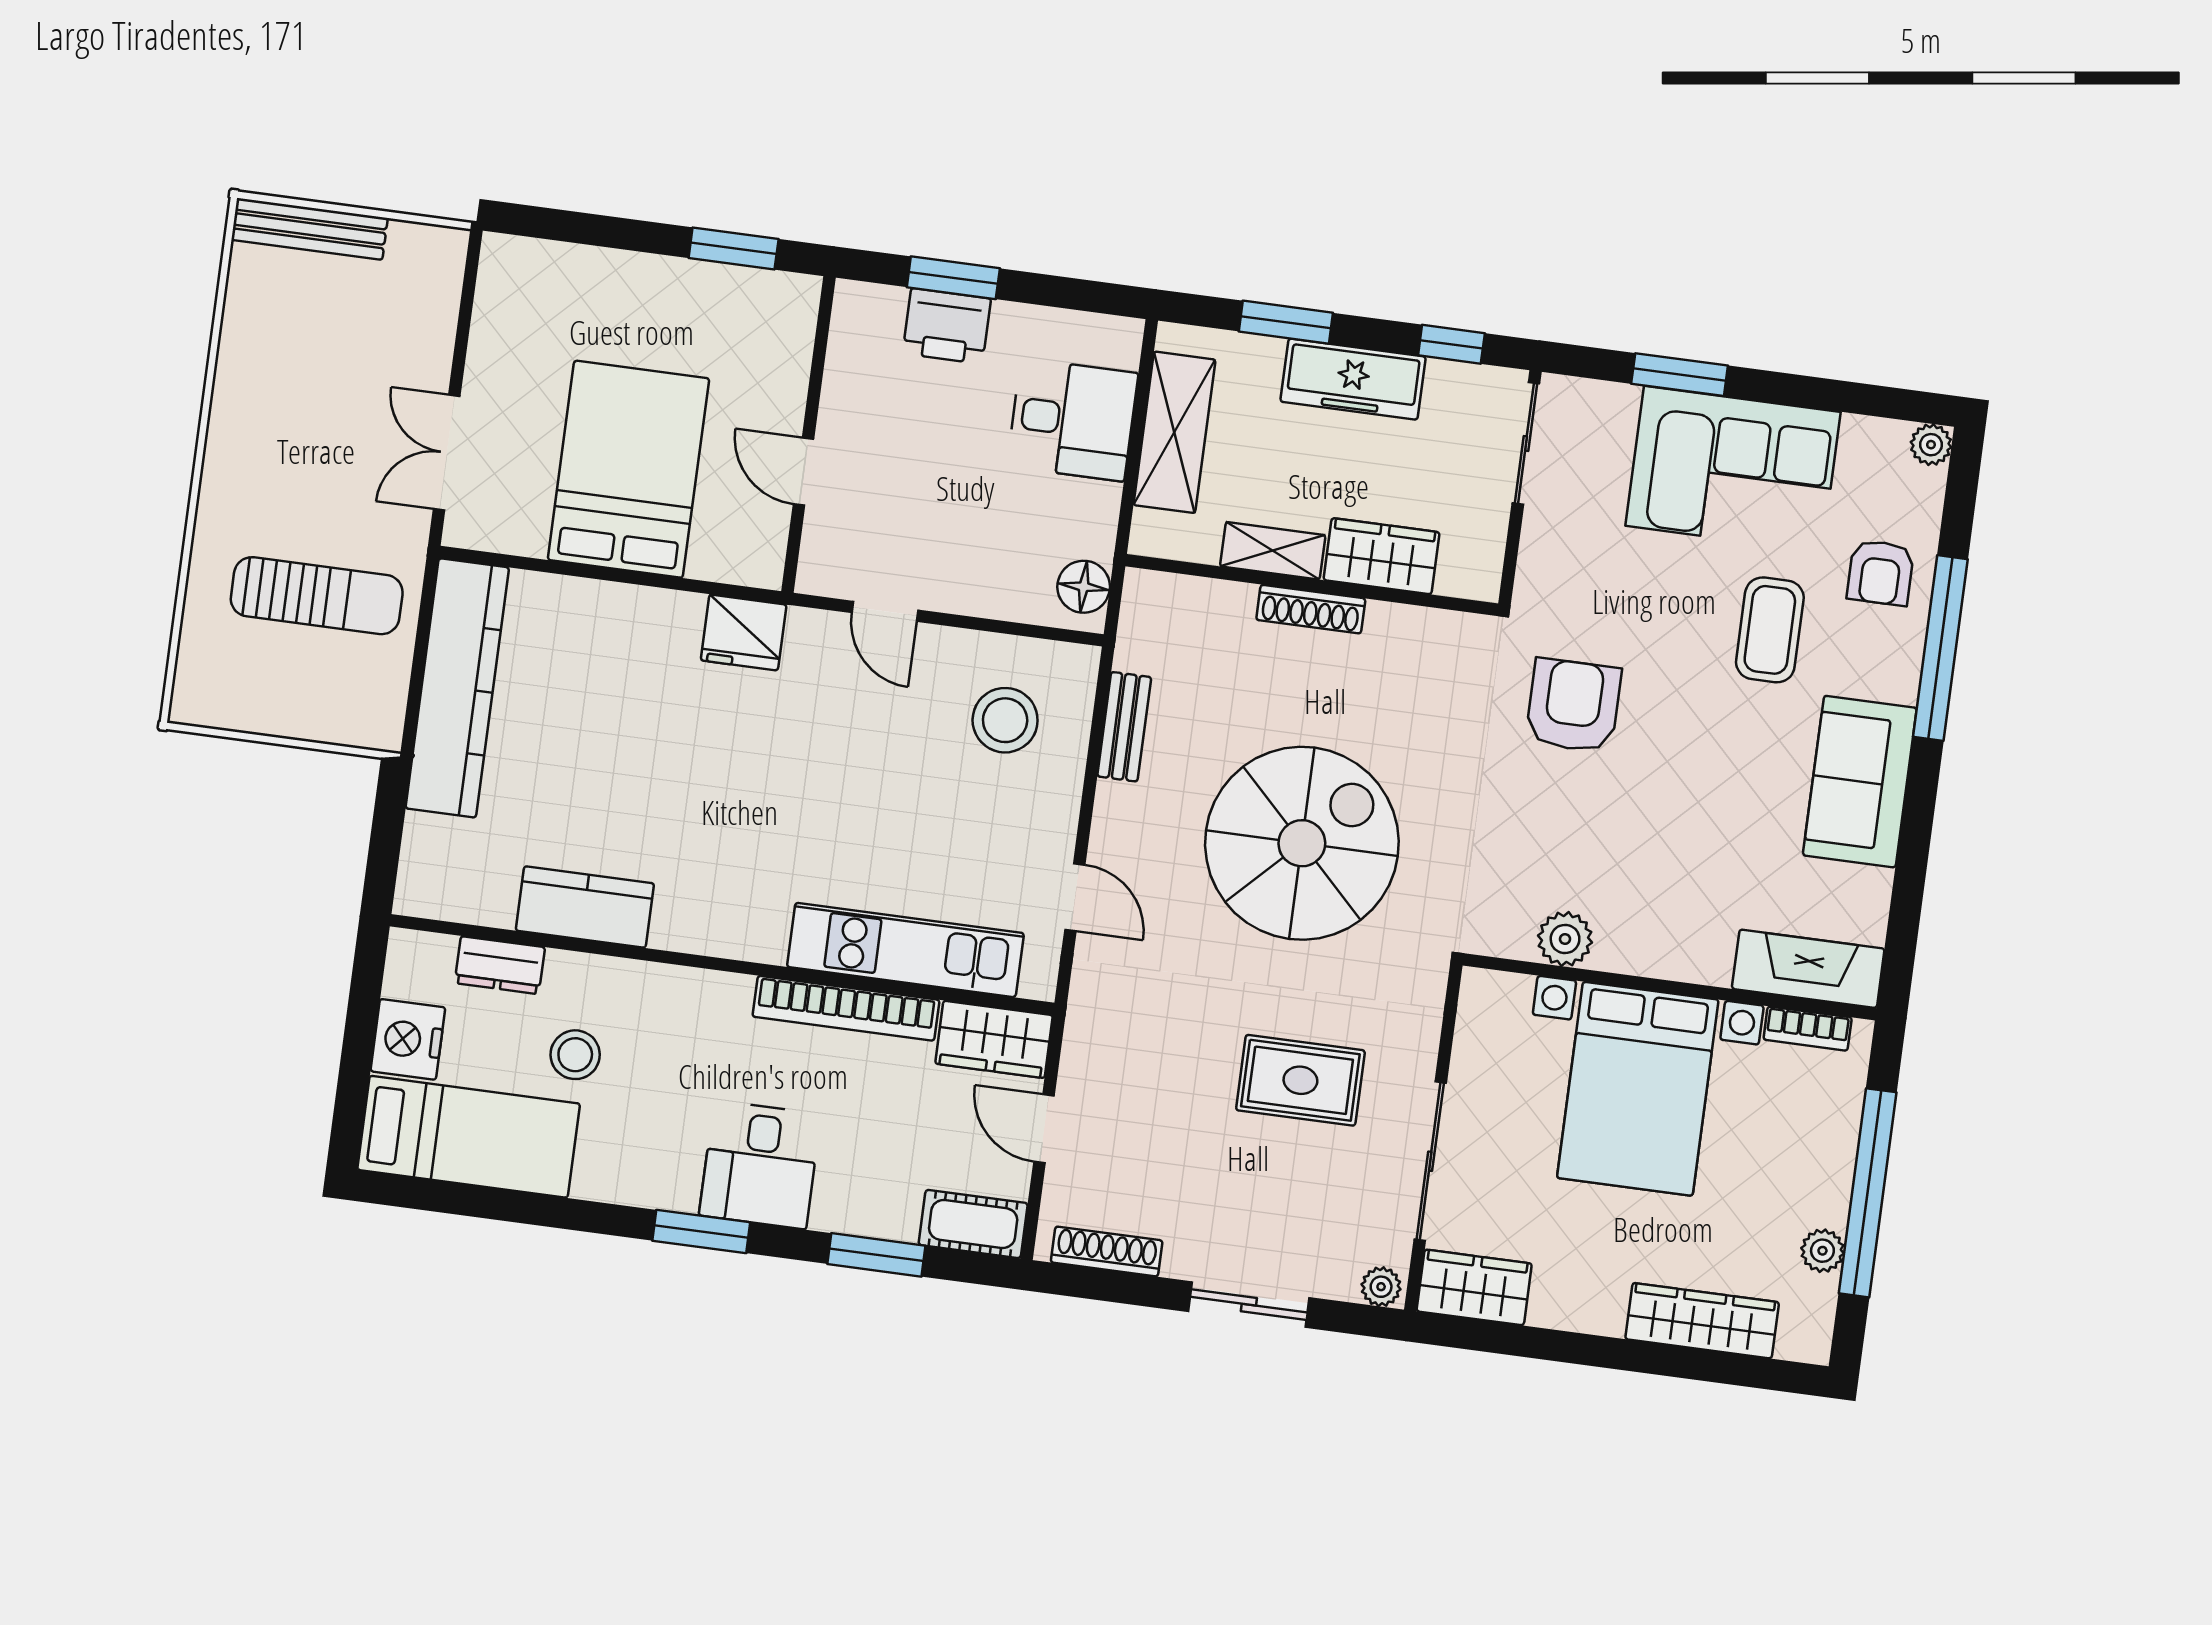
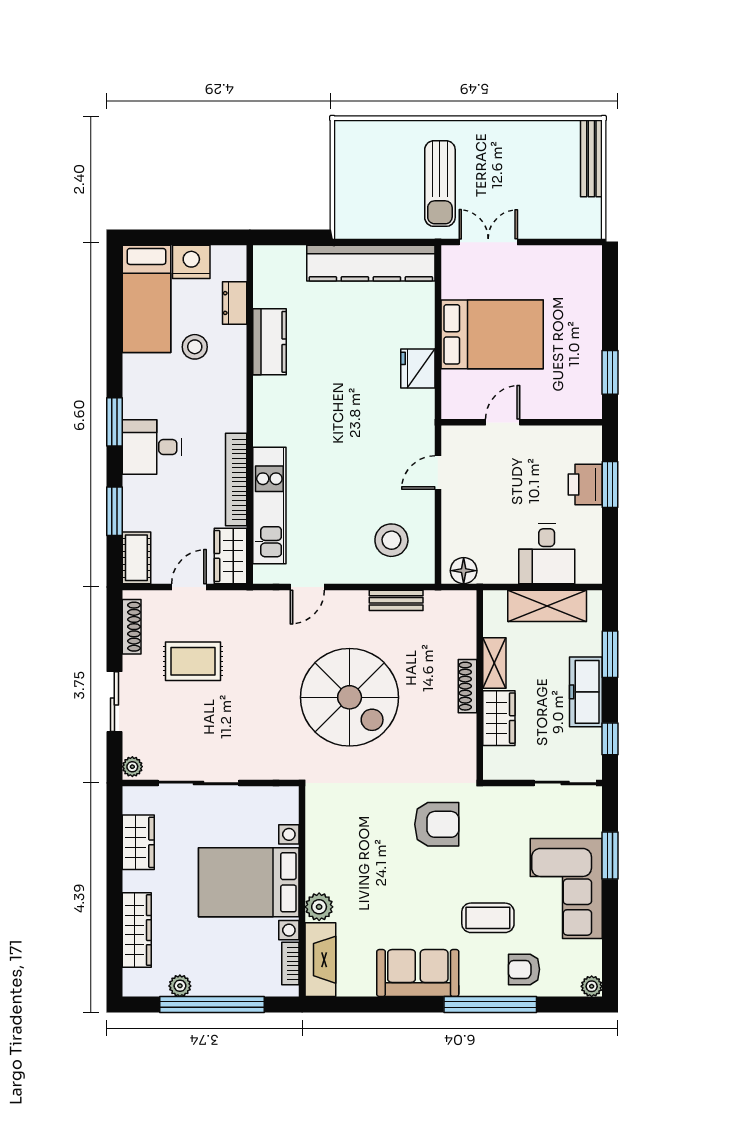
sun lounger: (317, 596) -> (440, 184), moved
fridge: (744, 632) -> (418, 369), moved
plant: (1565, 939) -> (319, 907), moved
rug: (1300, 1080) -> (193, 661), moved, turned 90
wardrobe: (1474, 1287) -> (138, 842), moved

